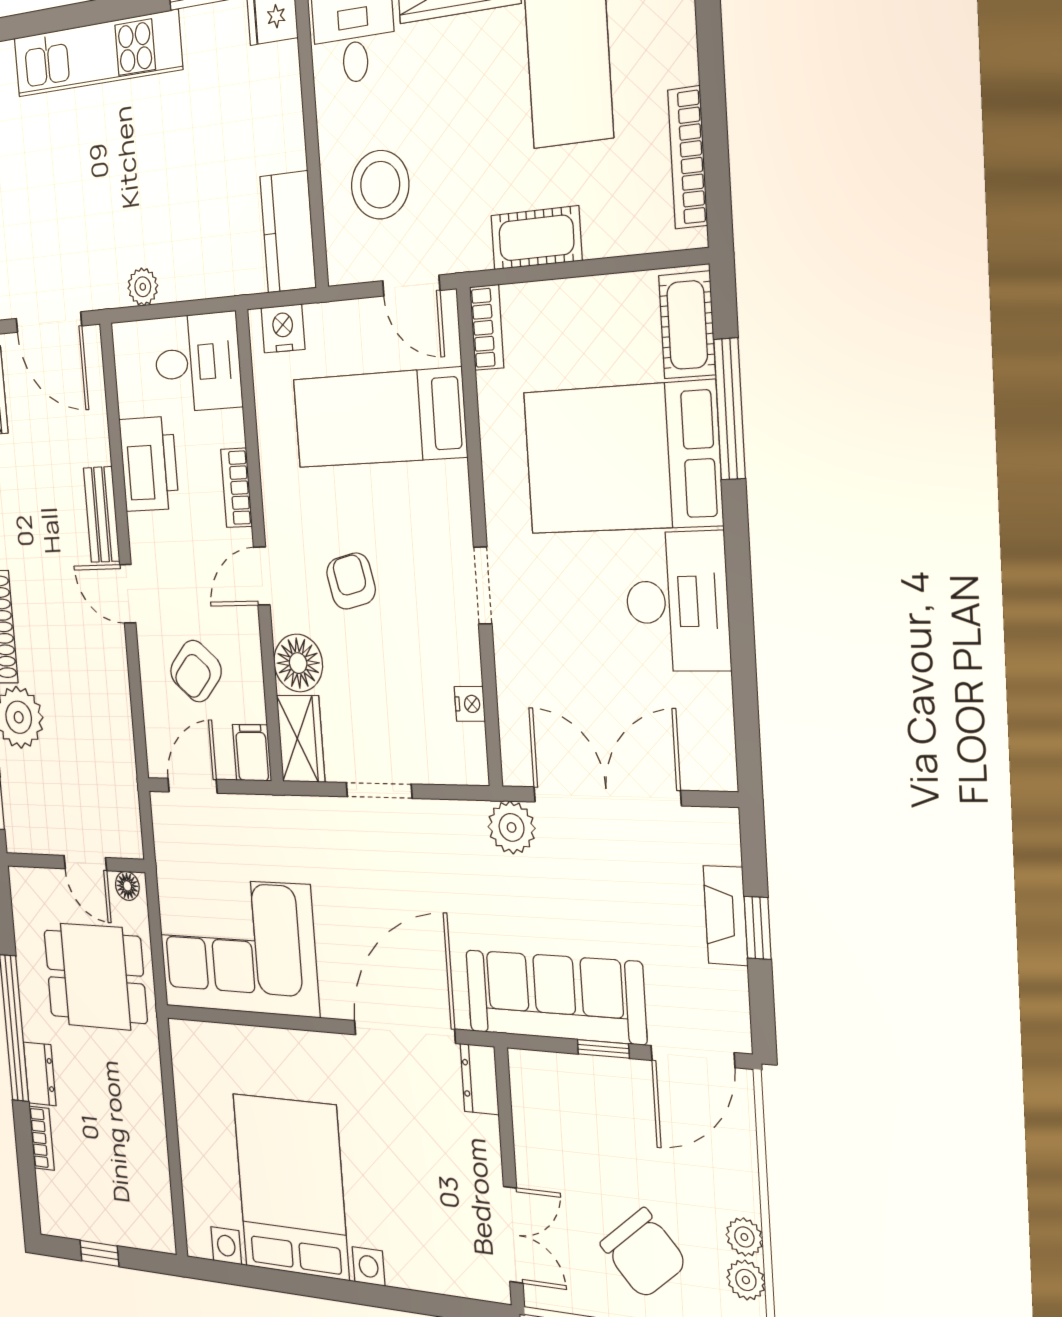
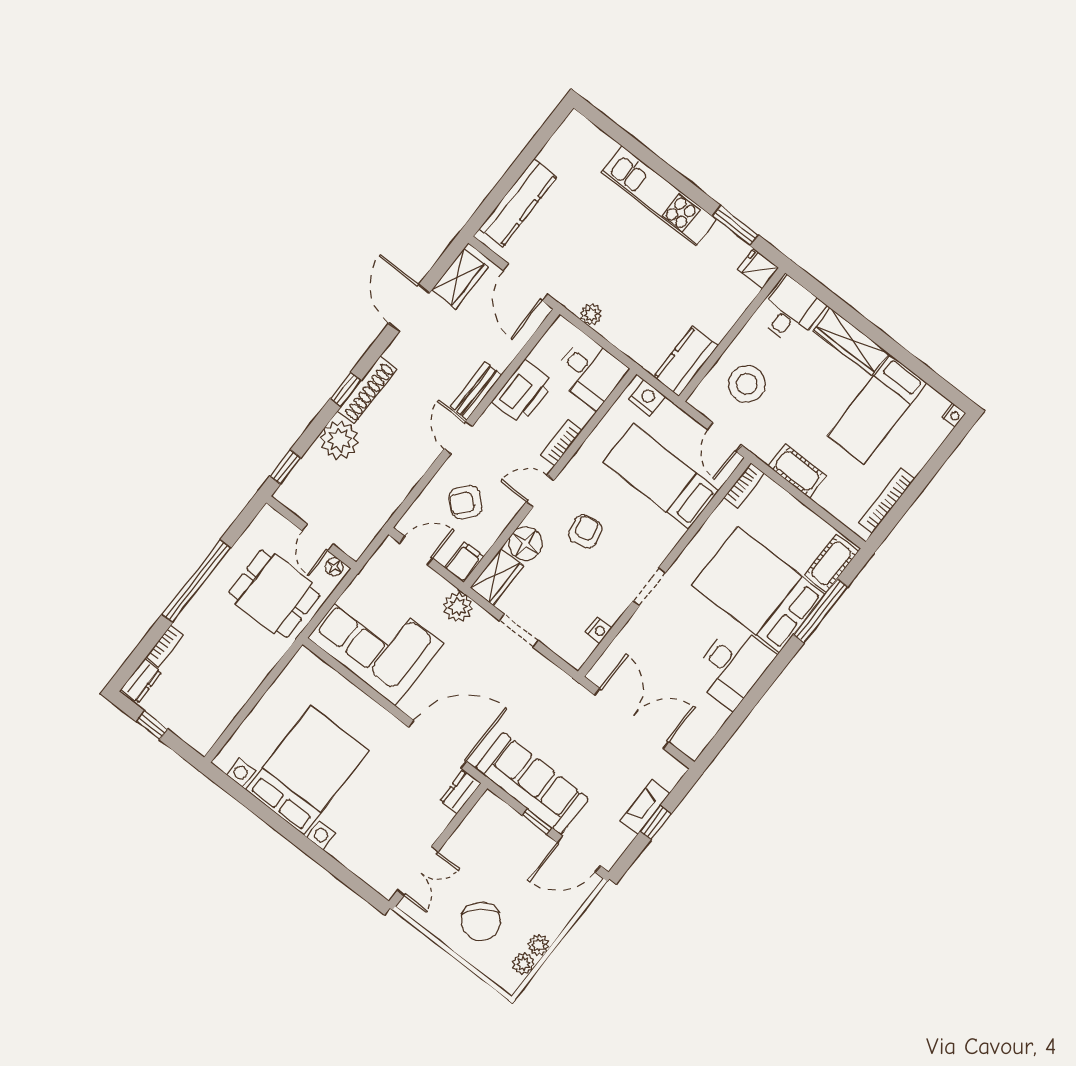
plant: (512, 827) -> (458, 607), moved
dresser: (40, 1074) -> (141, 681), moved

